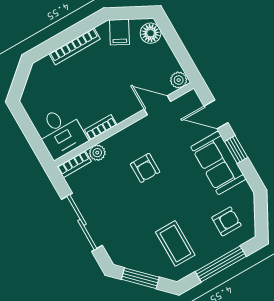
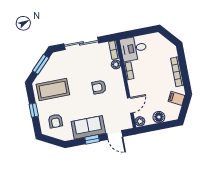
floor lamp: (151, 33) -> (159, 117), moved
door: (216, 114) -> (115, 135), swing flipped
coffee table: (175, 243) -> (53, 90), width x1.36, depth x1.32
window: (221, 264) -> (34, 110), width x0.46

